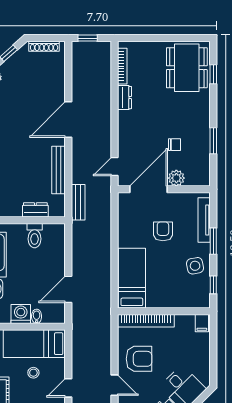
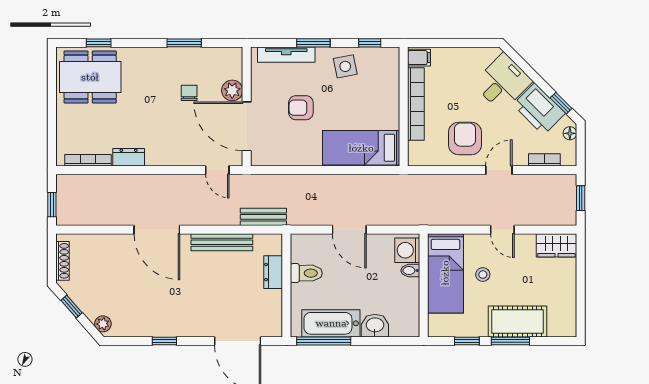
door: (68, 289) -> (349, 230), moved
washing machine: (21, 314) -> (407, 250), moved
bookcase: (146, 321) -> (416, 104), moved

